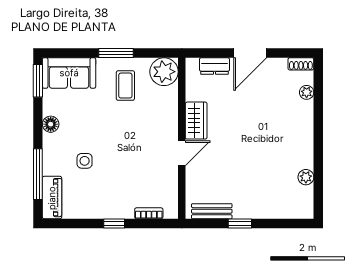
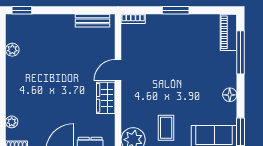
side table: (85, 161) -> (201, 64), removed
bookcase: (149, 213) -> (133, 19), moved
window: (114, 223) -> (176, 10), width x1.50
window: (240, 223) -> (22, 10), moved

